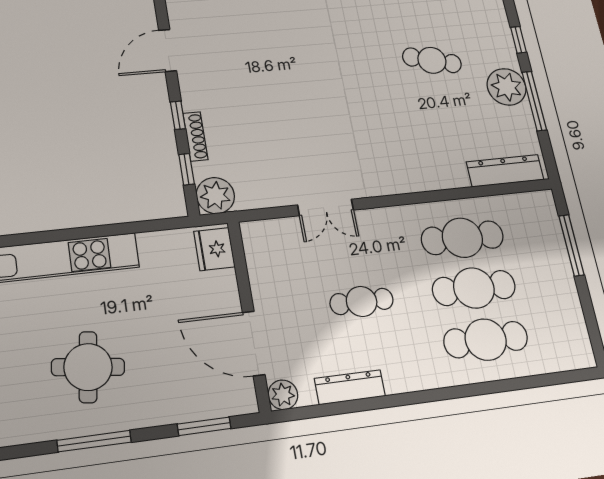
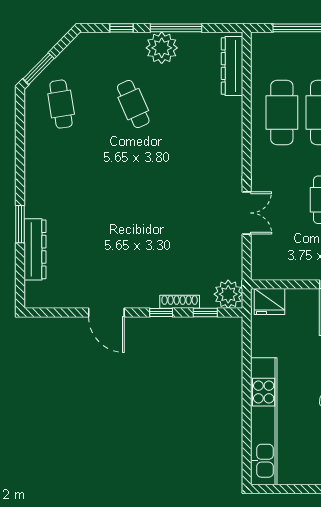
cafe table: (432, 60) -> (133, 104), turned -39

